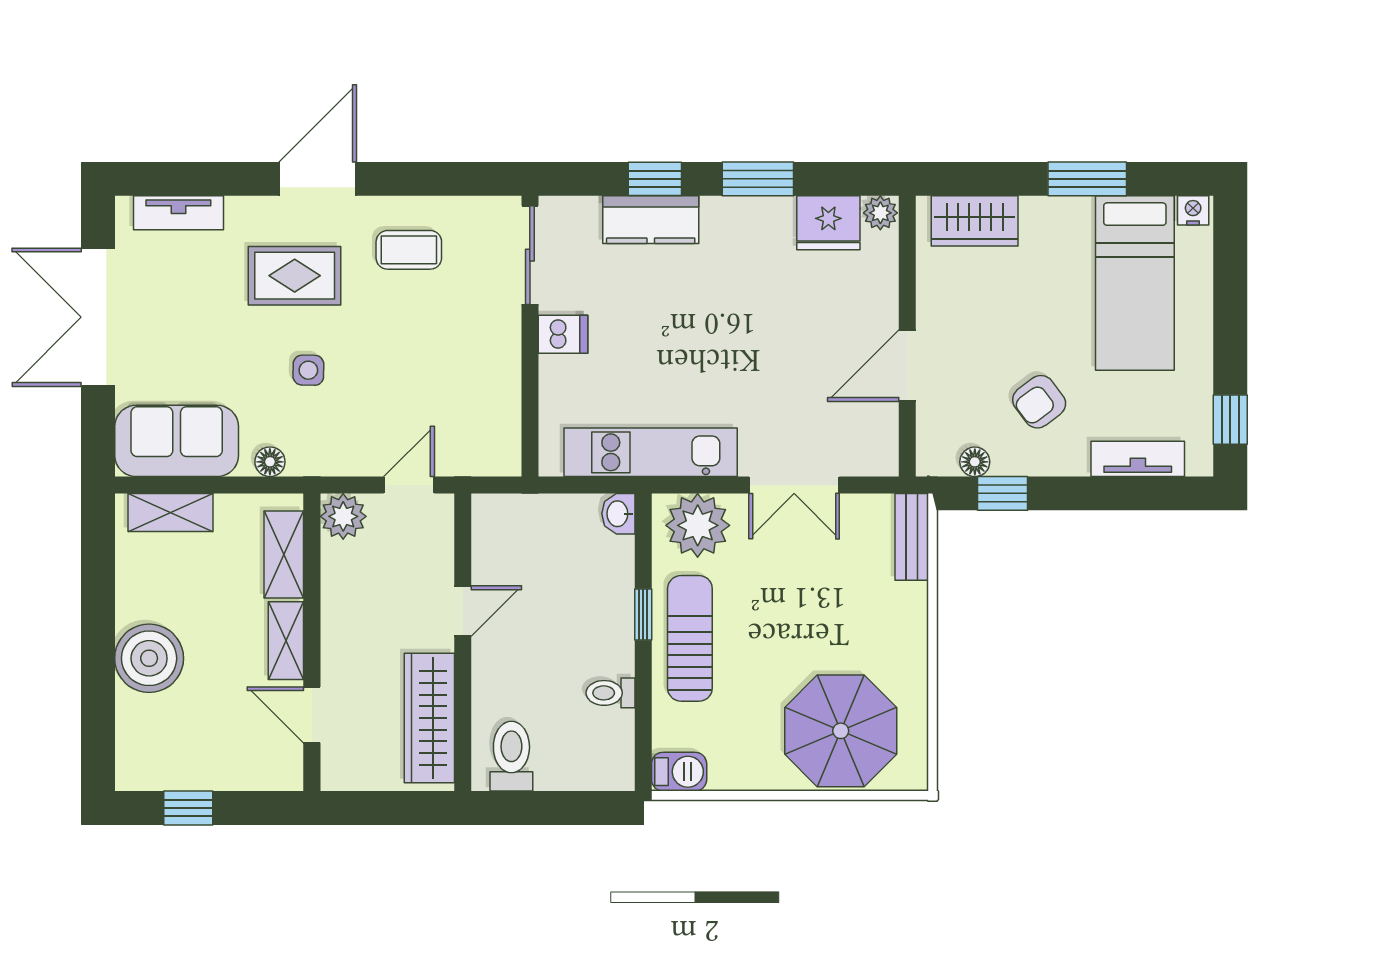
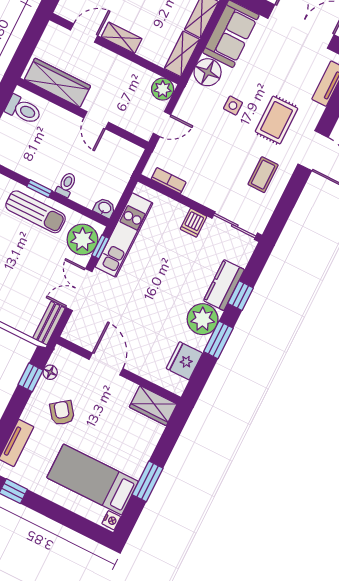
plant: (880, 213) -> (203, 319), moved, width x1.88, depth x1.88
wardrobe: (975, 221) -> (153, 406), moved, turned -90
bookcase: (508, 420) -> (169, 181), added
floor lamp: (270, 462) -> (208, 72), width x1.89, depth x1.89
door: (409, 485) -> (162, 124), hinge flipped
window: (695, 485) -> (100, 247), added
bench: (912, 537) -> (49, 323), moved, turned 90
shelving: (284, 555) -> (182, 54), moved, turned 90
window: (643, 615) -> (39, 189), moved
toilet: (610, 693) -> (66, 185), moved

